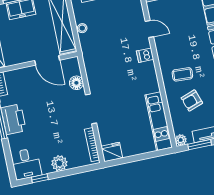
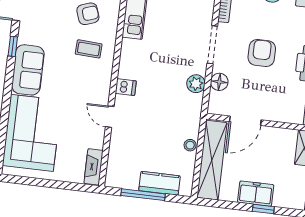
door: (47, 60) -> (245, 121), swing flipped
plant: (93, 76) -> (196, 84), added
armchair: (52, 115) -> (262, 53), added

